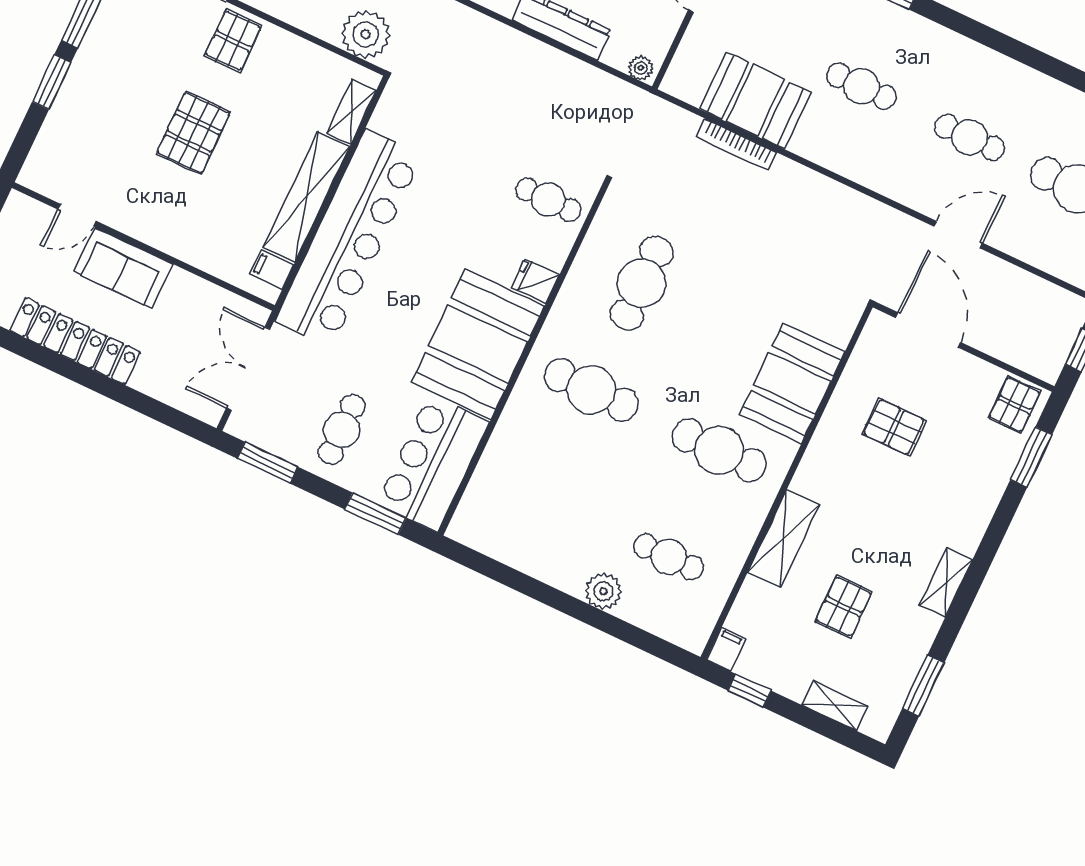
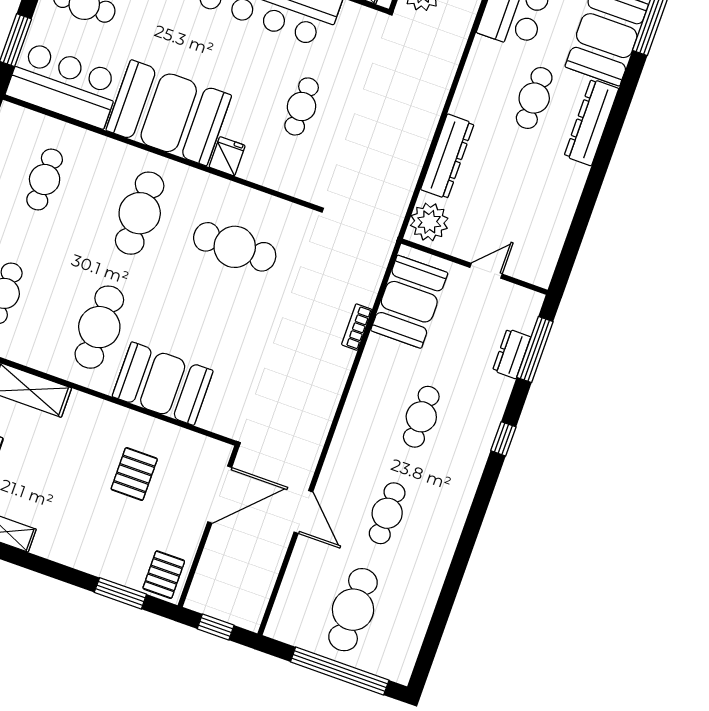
plant: (641, 68) -> (429, 222), width x1.88, depth x1.88
booth: (755, 100) -> (409, 302), moved
bookcase: (736, 145) -> (357, 327), width x0.64
cafe table: (548, 200) -> (302, 106), moved
pallet: (1015, 404) -> (164, 575), turned 90
cafe table: (541, 496) -> (45, 179), added

